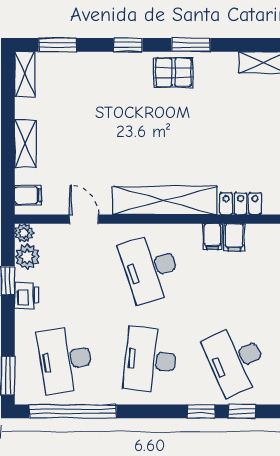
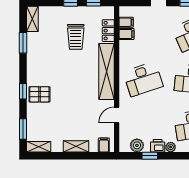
window: (191, 45) -> (23, 43), moved
pallet: (174, 72) -> (39, 94), moved, turned 90
trolley: (229, 143) -> (76, 37), added
plant: (24, 233) -> (171, 147), moved
filing cabinet: (212, 237) -> (126, 22), moved

